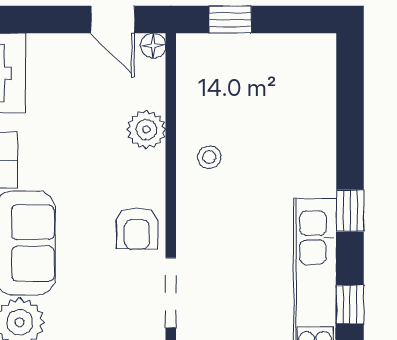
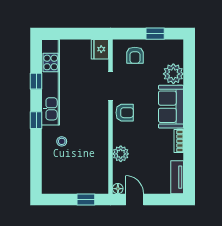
stool: (209, 157) -> (62, 141), moved
armchair: (137, 229) -> (125, 113), turned 90

